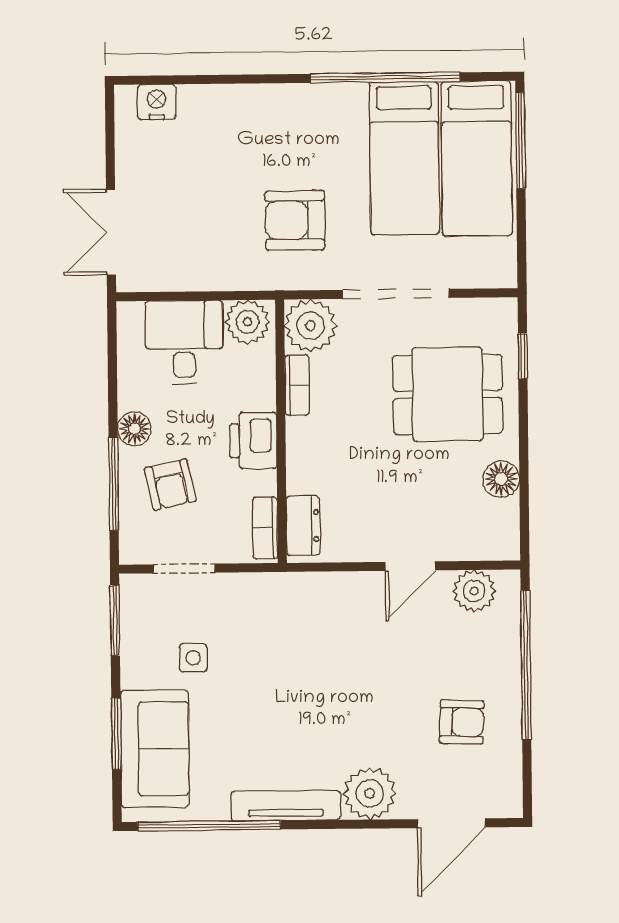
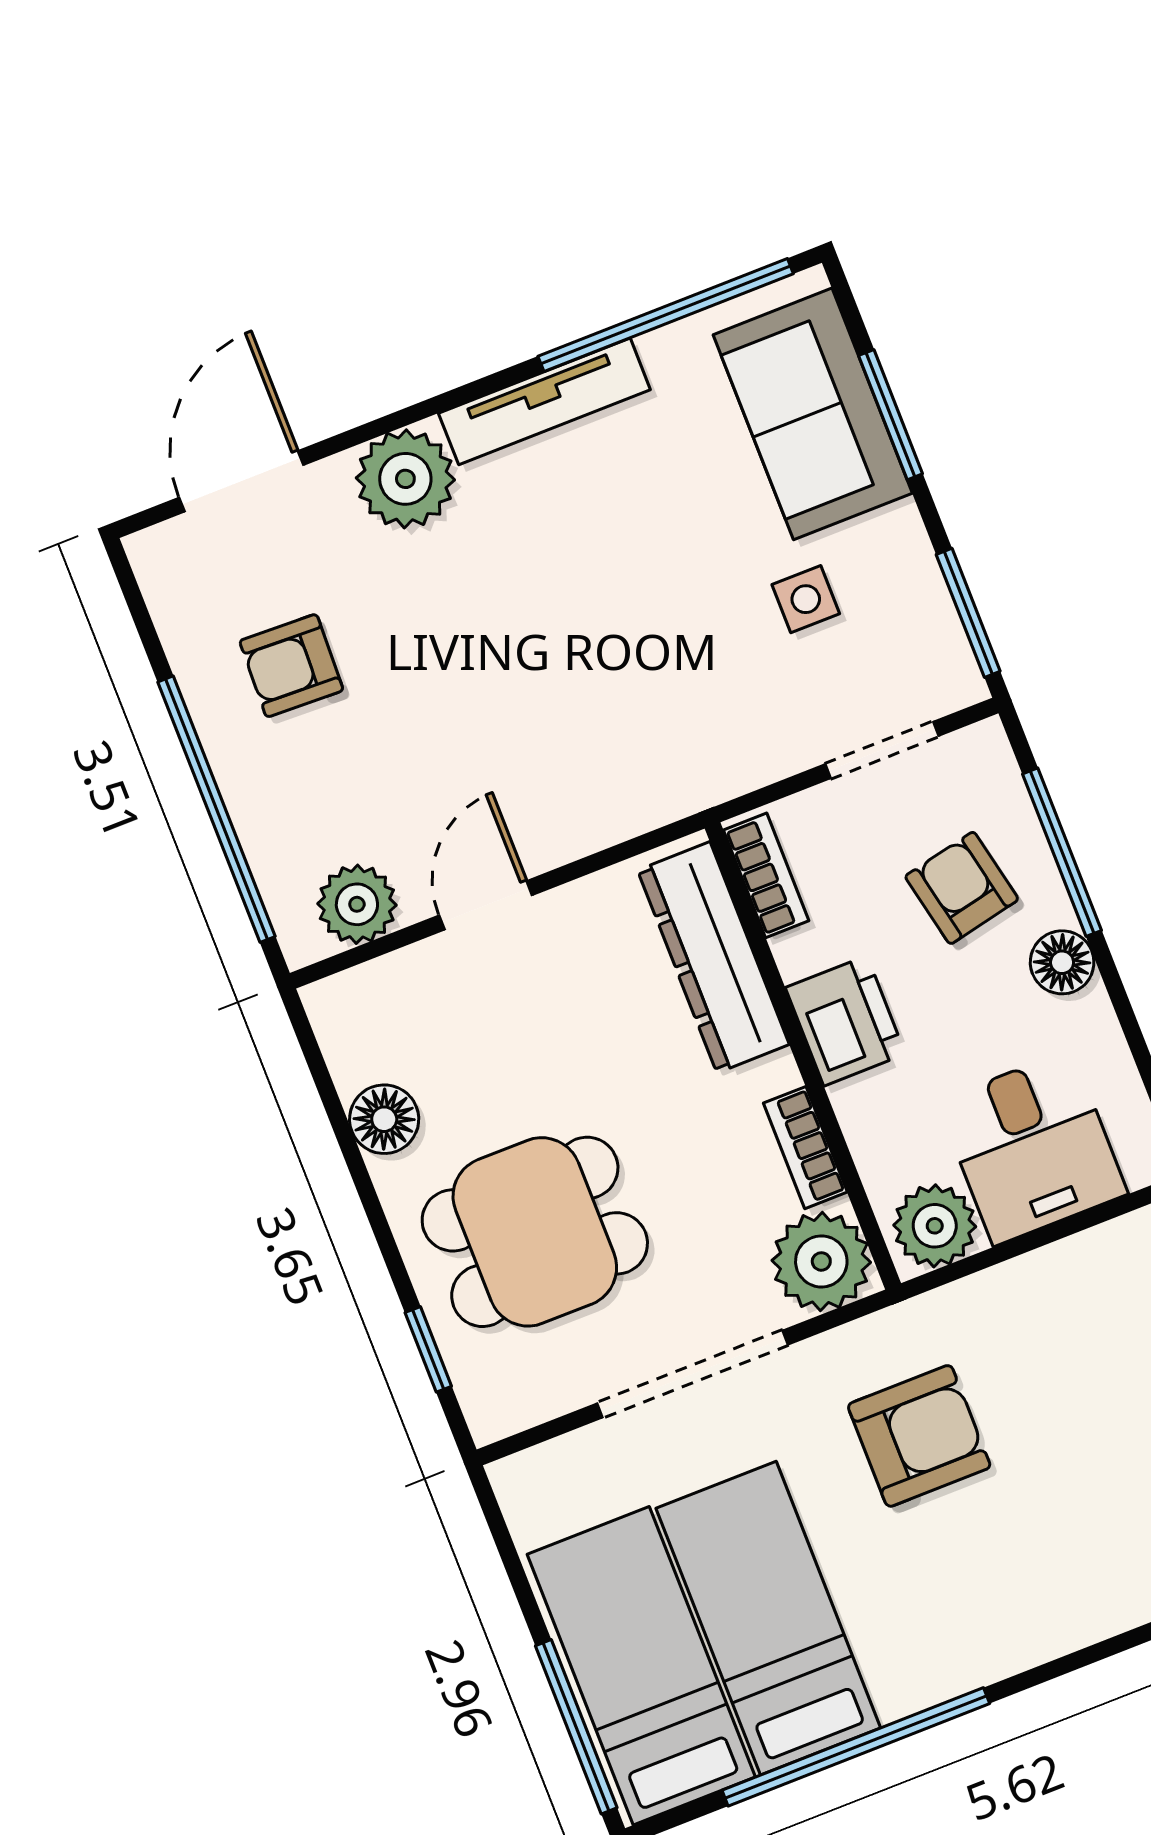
dresser: (303, 526) -> (713, 957), width x1.96, depth x1.24

